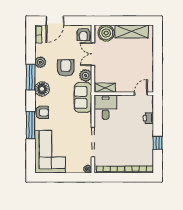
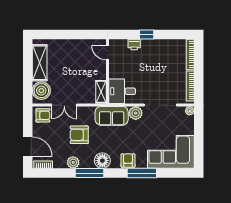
plant: (86, 75) -> (136, 113), moved
window: (158, 143) -> (147, 35), moved

